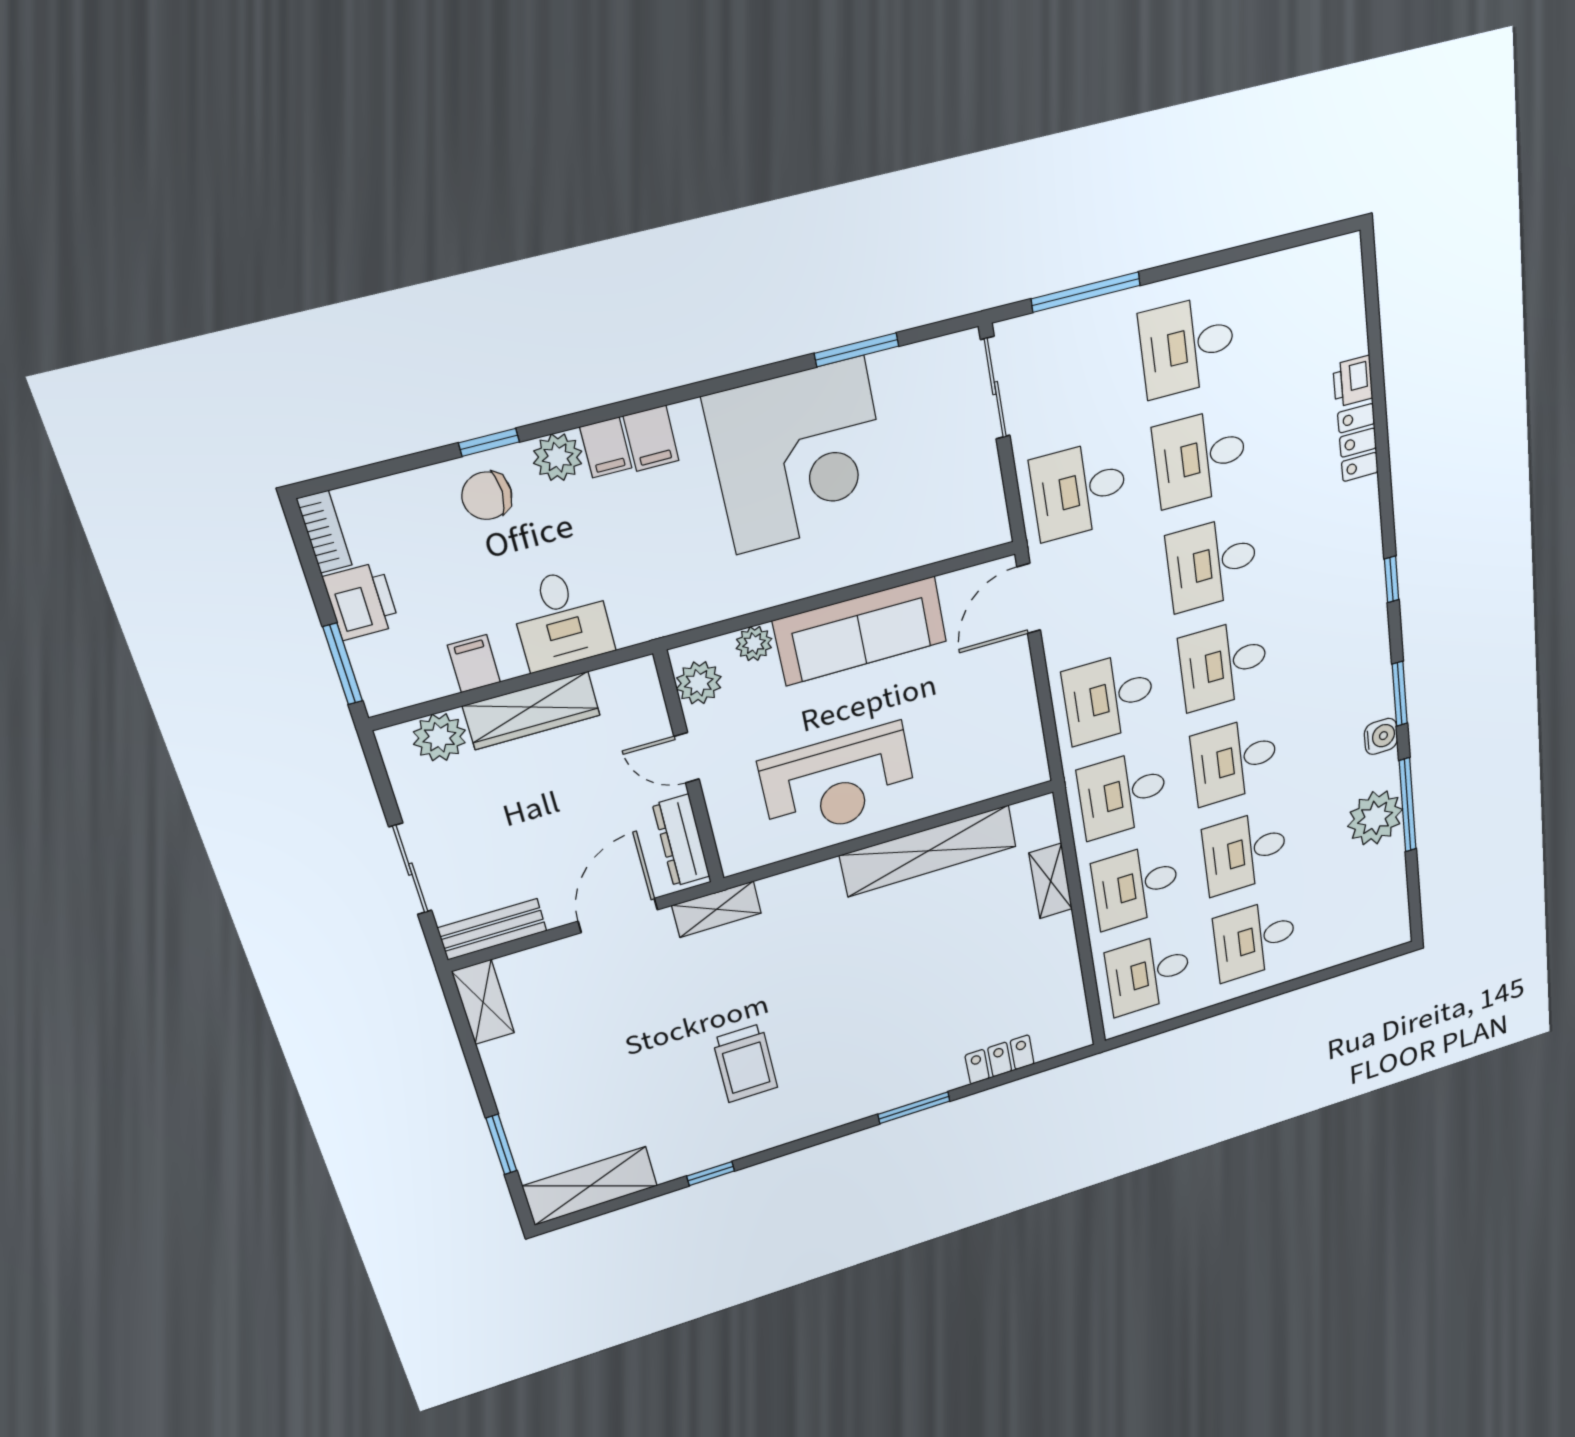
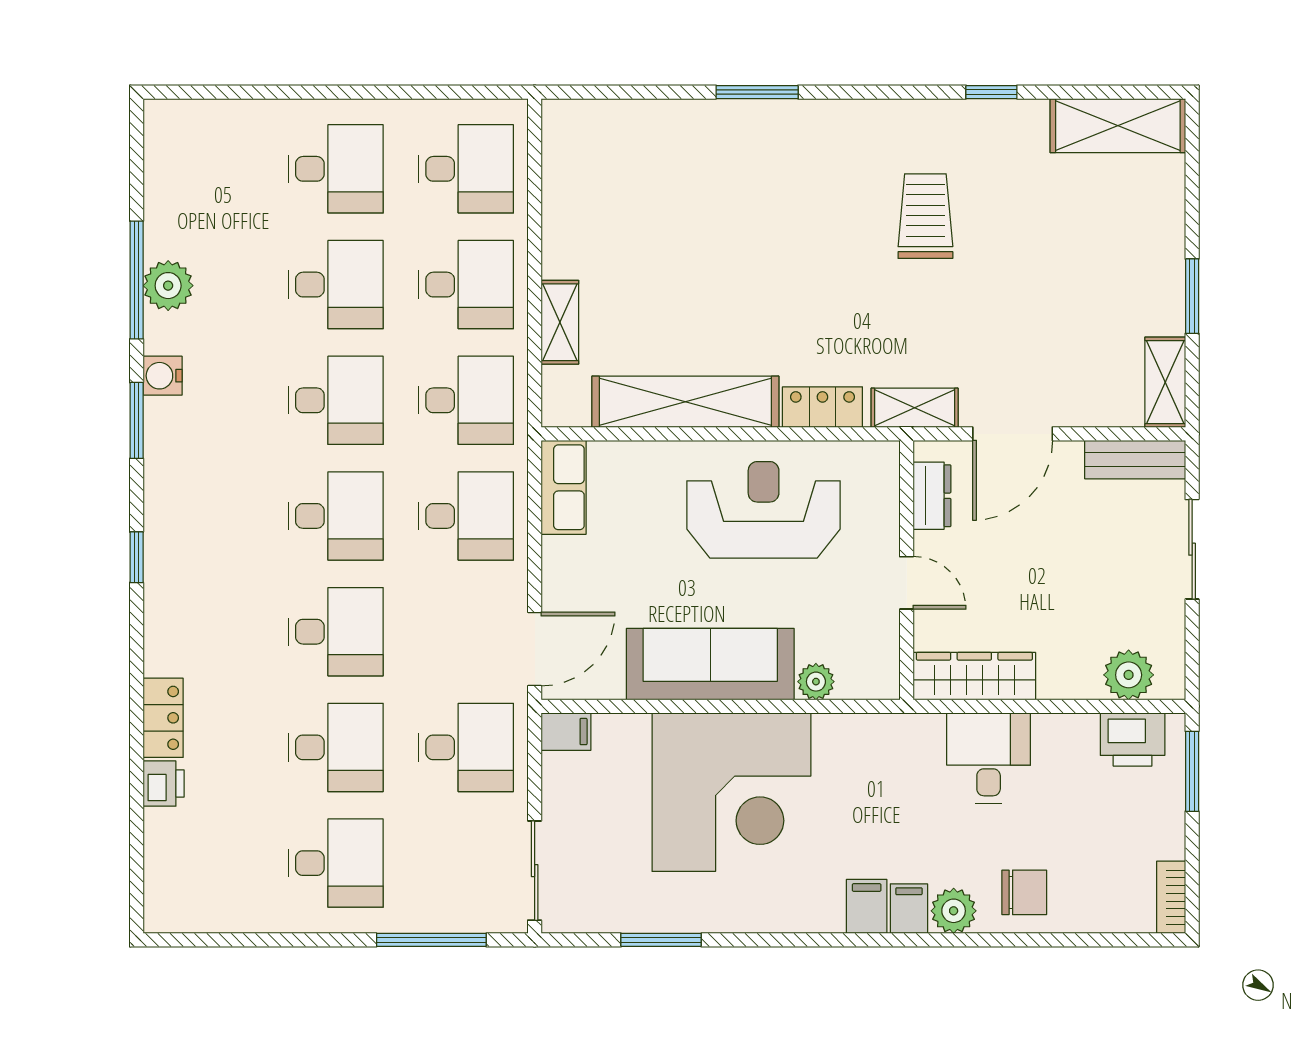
window: (489, 442) -> (1010, 940), removed
corner desk: (799, 456) -> (731, 792), moved, turned 180
printer: (361, 601) -> (1133, 739), moved, turned -90
filing cabinet: (474, 664) -> (566, 732), moved, turned -90
plant: (699, 683) -> (877, 657), removed
wardrobe: (532, 710) -> (974, 676), moved
row of seats: (1025, 747) -> (564, 487), added
plant: (1375, 818) -> (168, 286), width x0.73, depth x0.73
dresser: (681, 841) -> (932, 496), width x0.70
locker: (1000, 1059) -> (822, 407), moved, turned 180
window: (501, 1144) -> (1192, 296), moved

